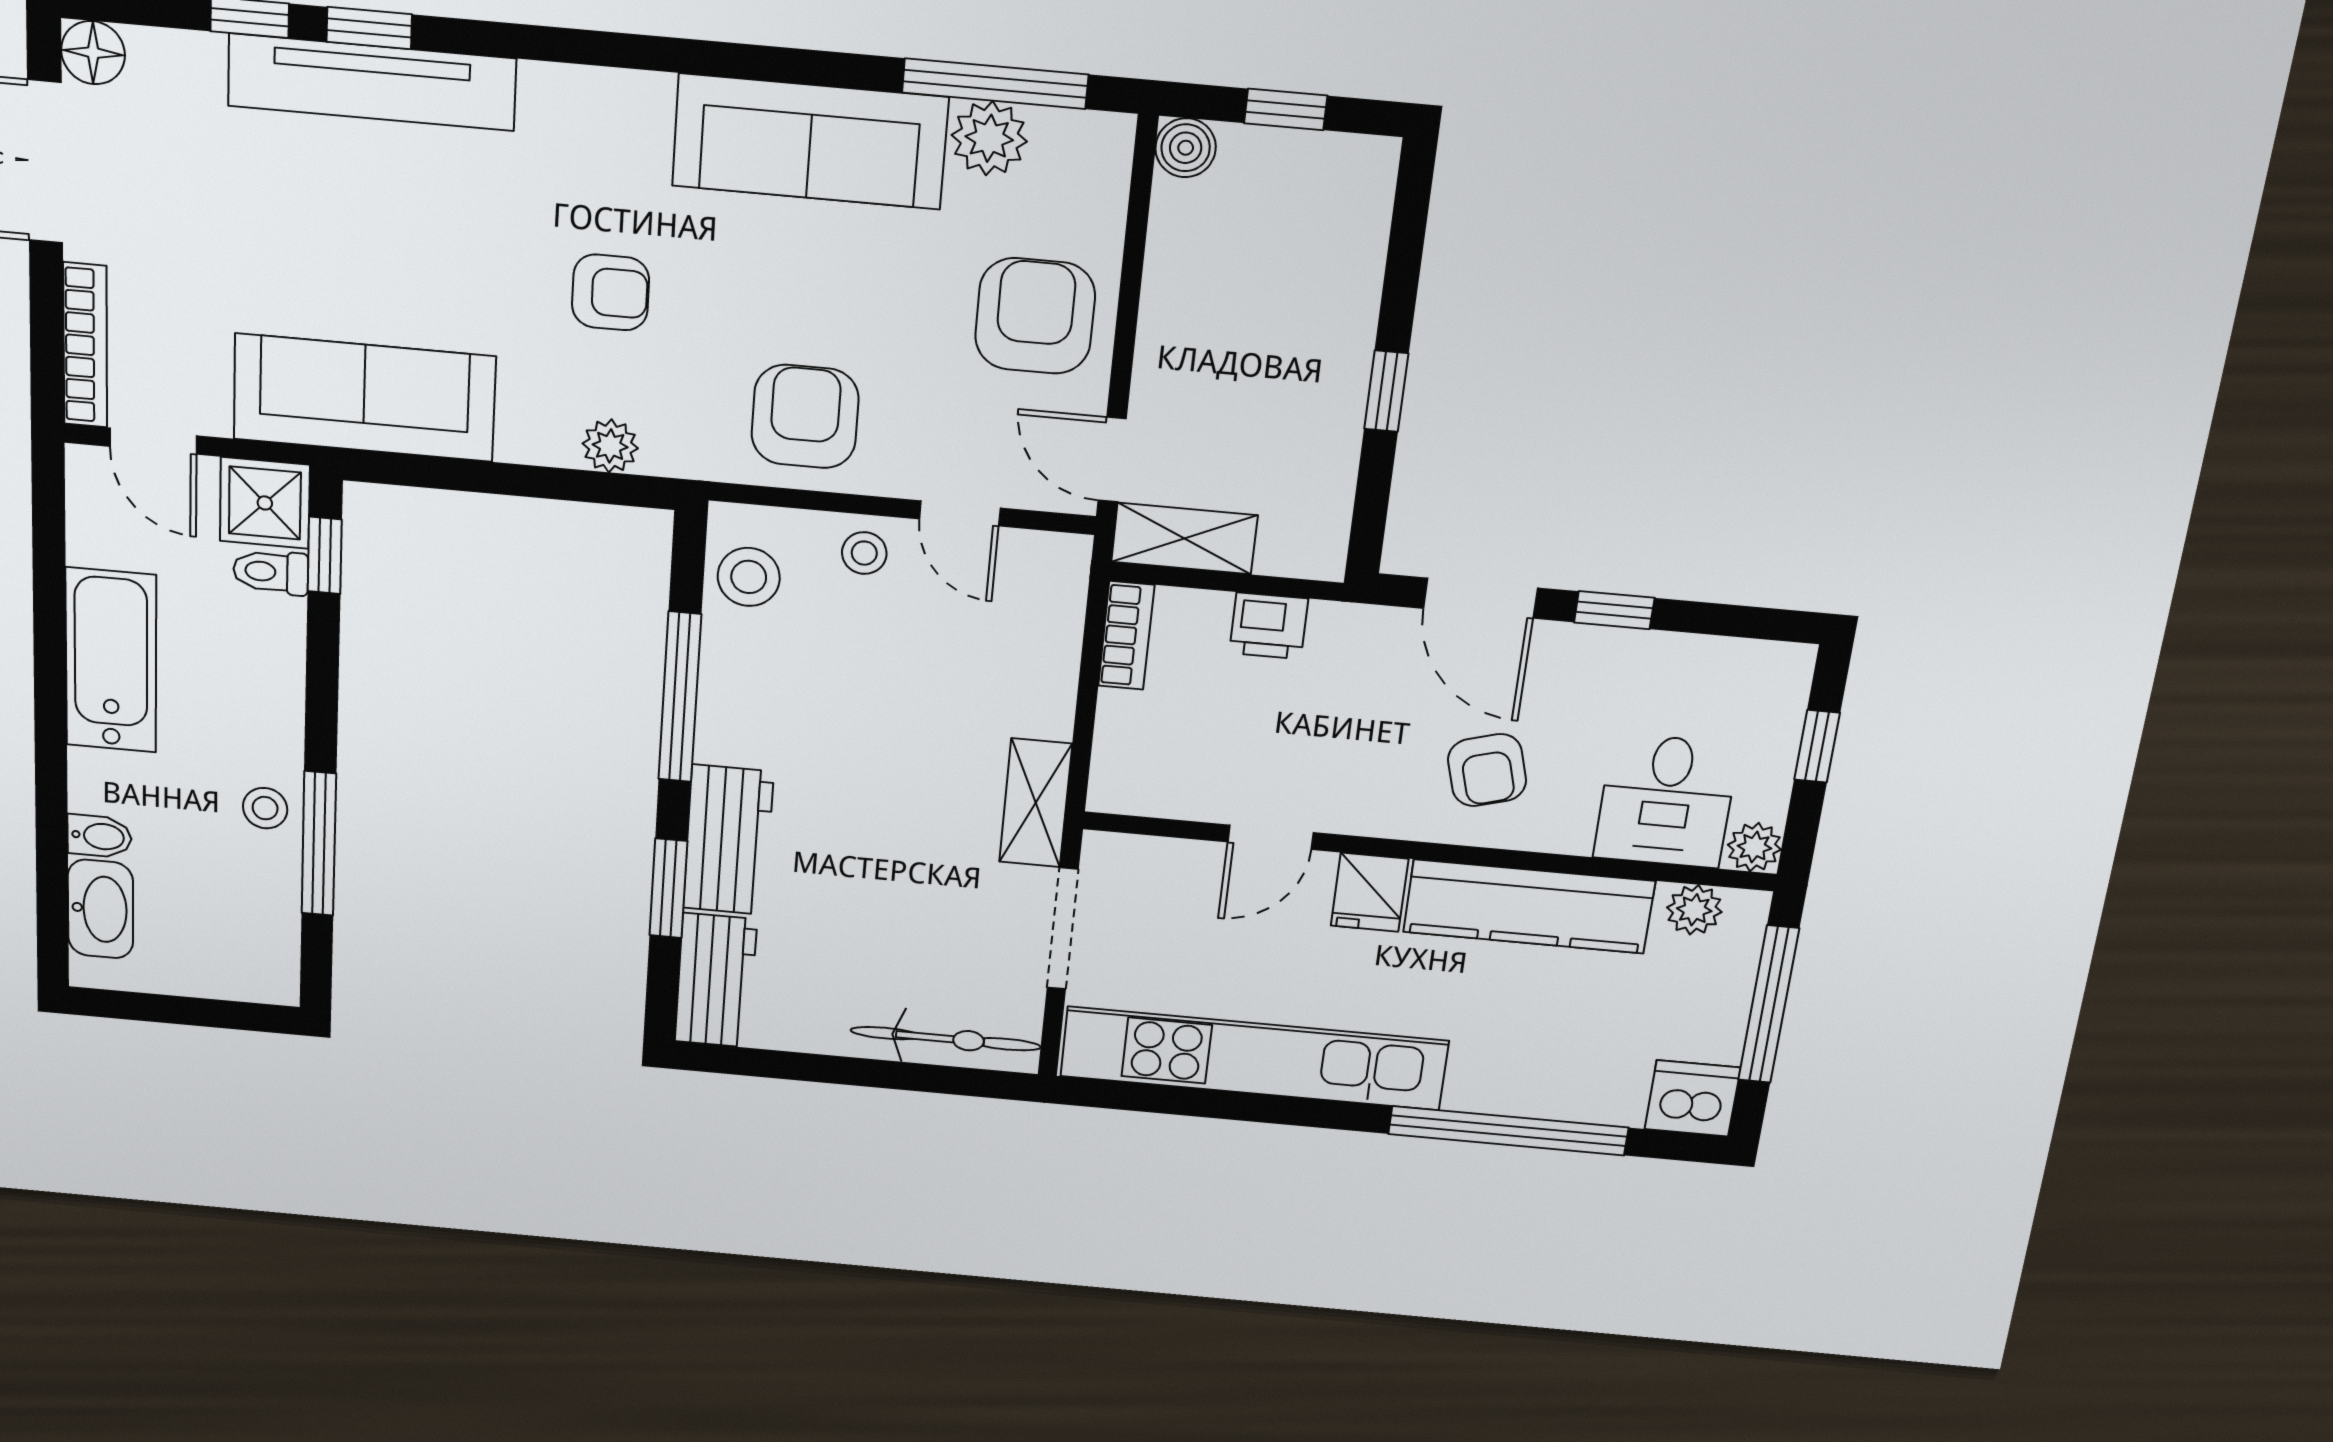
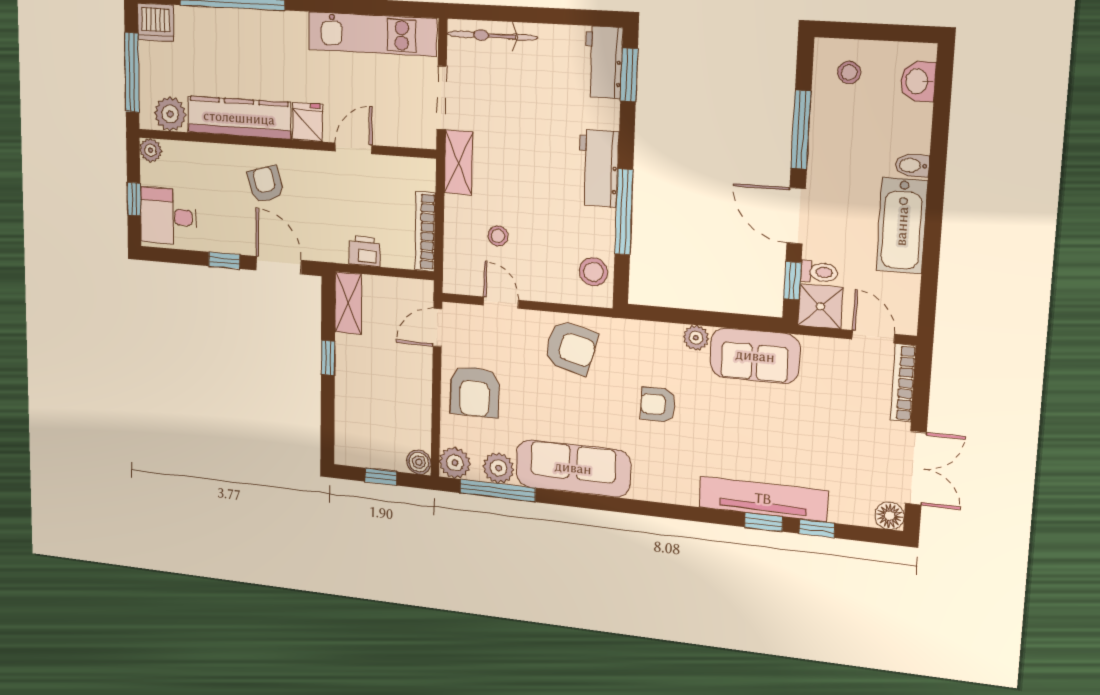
plant: (1096, 148) -> (455, 463), added
sofa: (364, 398) -> (755, 356), width x0.73
armchair: (805, 417) -> (571, 348), turned -76
plant: (610, 446) -> (696, 338), moved
door: (1112, 460) -> (437, 328), swing flipped
shelving: (1184, 539) -> (348, 303), moved, turned 90
stool: (864, 553) -> (498, 236), moved
bookcase: (1126, 635) -> (425, 232), width x1.56
door: (322, 683) -> (796, 216), added
desk: (1666, 801) -> (168, 216), moved, turned -90
stool: (265, 808) -> (849, 72), moved
bidet: (99, 836) -> (912, 165), moved
workbench: (728, 840) -> (598, 168), moved
window: (668, 888) -> (629, 75), moved
washbasin: (101, 909) -> (918, 81), width x0.72
plant: (1694, 910) -> (170, 114), width x1.38, depth x1.38
kitchen unit: (1254, 1058) -> (372, 34), width x0.73

